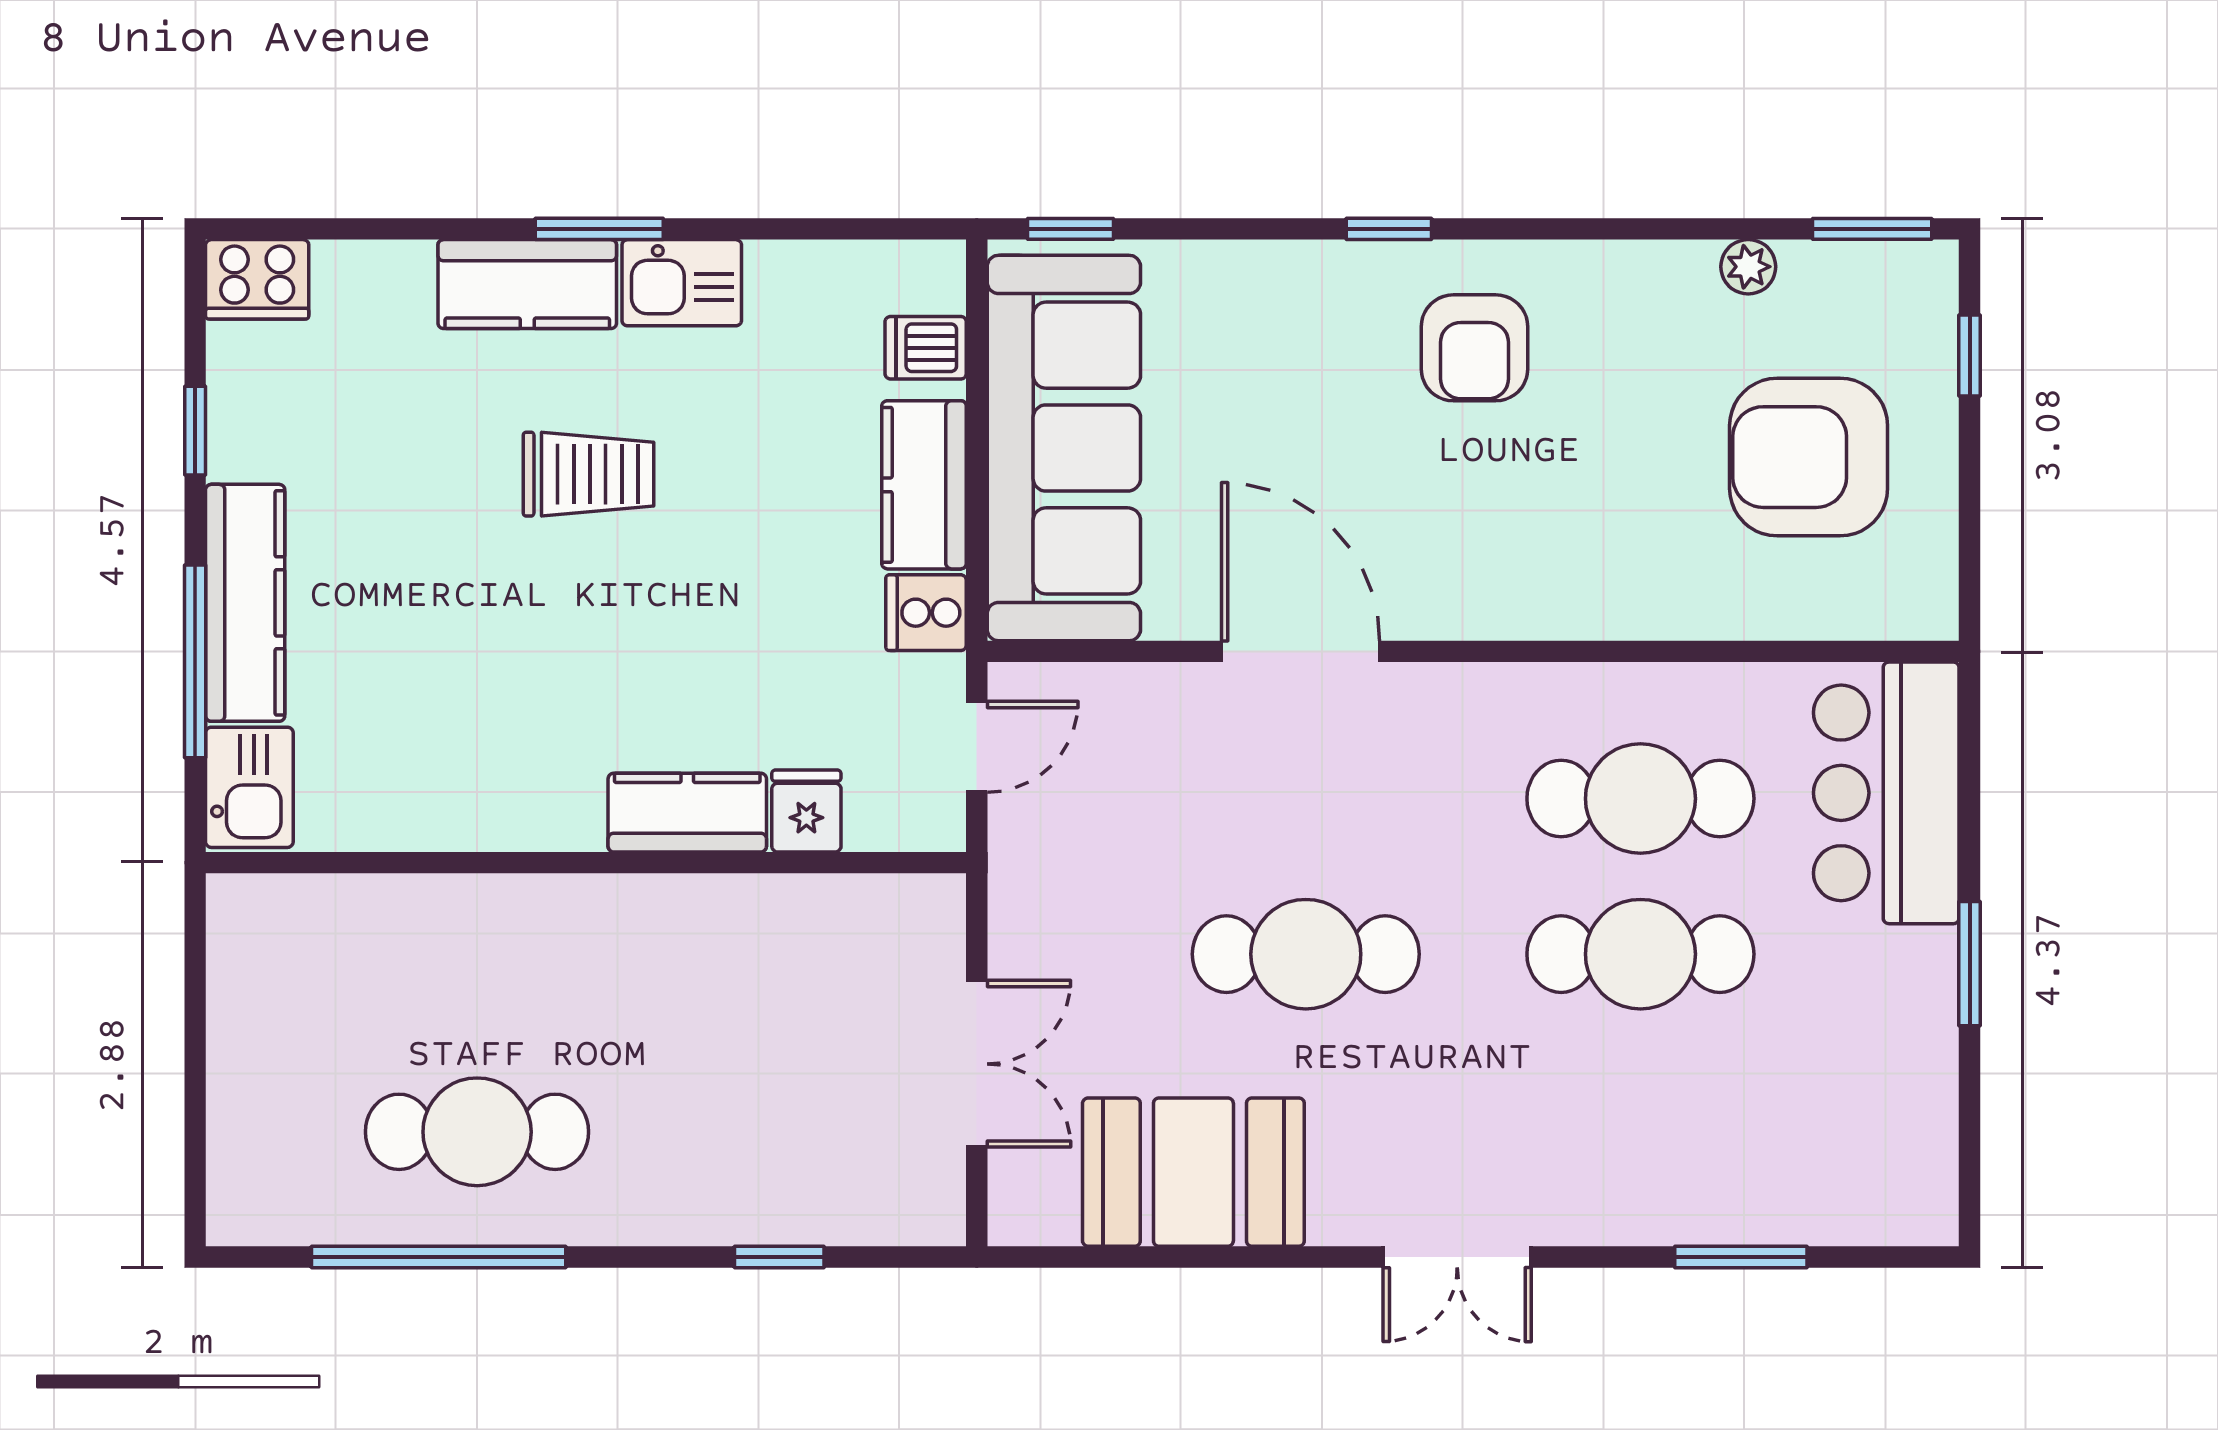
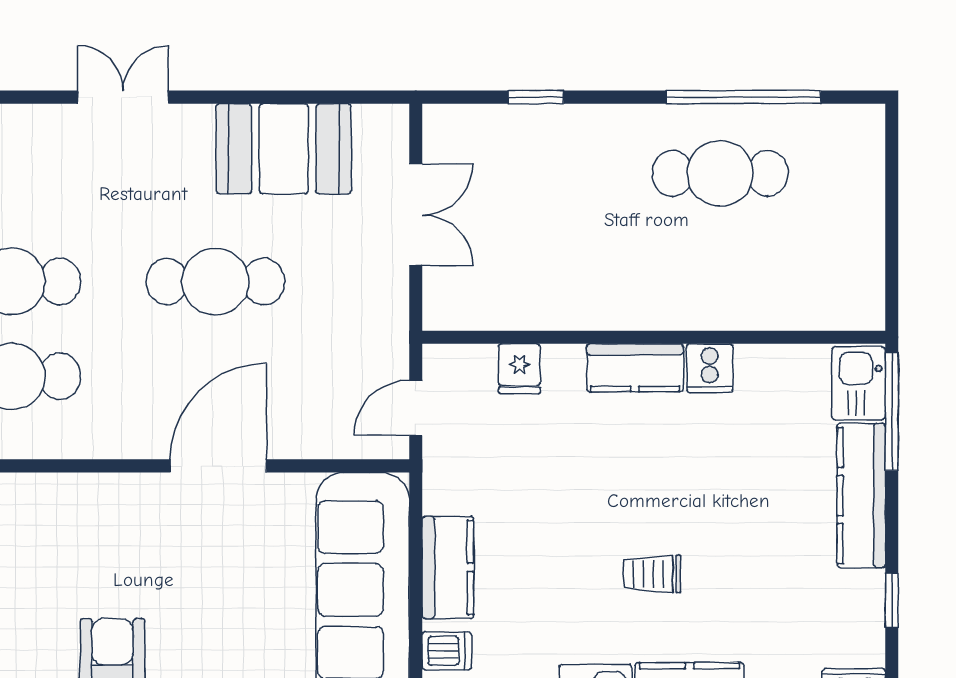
trolley: (588, 474) -> (652, 574), width x0.73, depth x0.72
cooker: (926, 613) -> (710, 368), moved, turned 90
door: (1301, 651) -> (218, 466), swing flipped
window: (195, 661) -> (892, 412), moved
kitchen counter: (687, 813) -> (635, 368), moved
double door: (977, 1064) -> (416, 215), swing flipped

